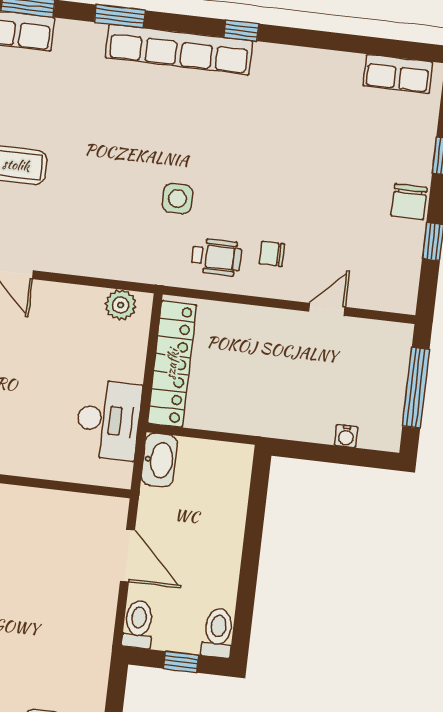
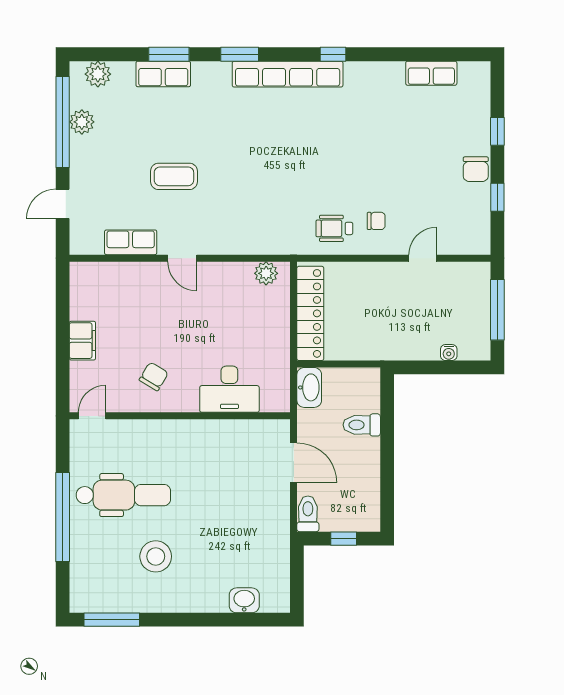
row of seats: (398, 74) -> (431, 73), moved
side table: (177, 199) -> (300, 187), removed
chair: (272, 254) -> (376, 221), turned 180
wheelchair: (216, 257) -> (334, 228), turned 180
desk: (108, 420) -> (229, 389), moved, turned 90
toilet: (218, 633) -> (362, 425), moved, turned -90

